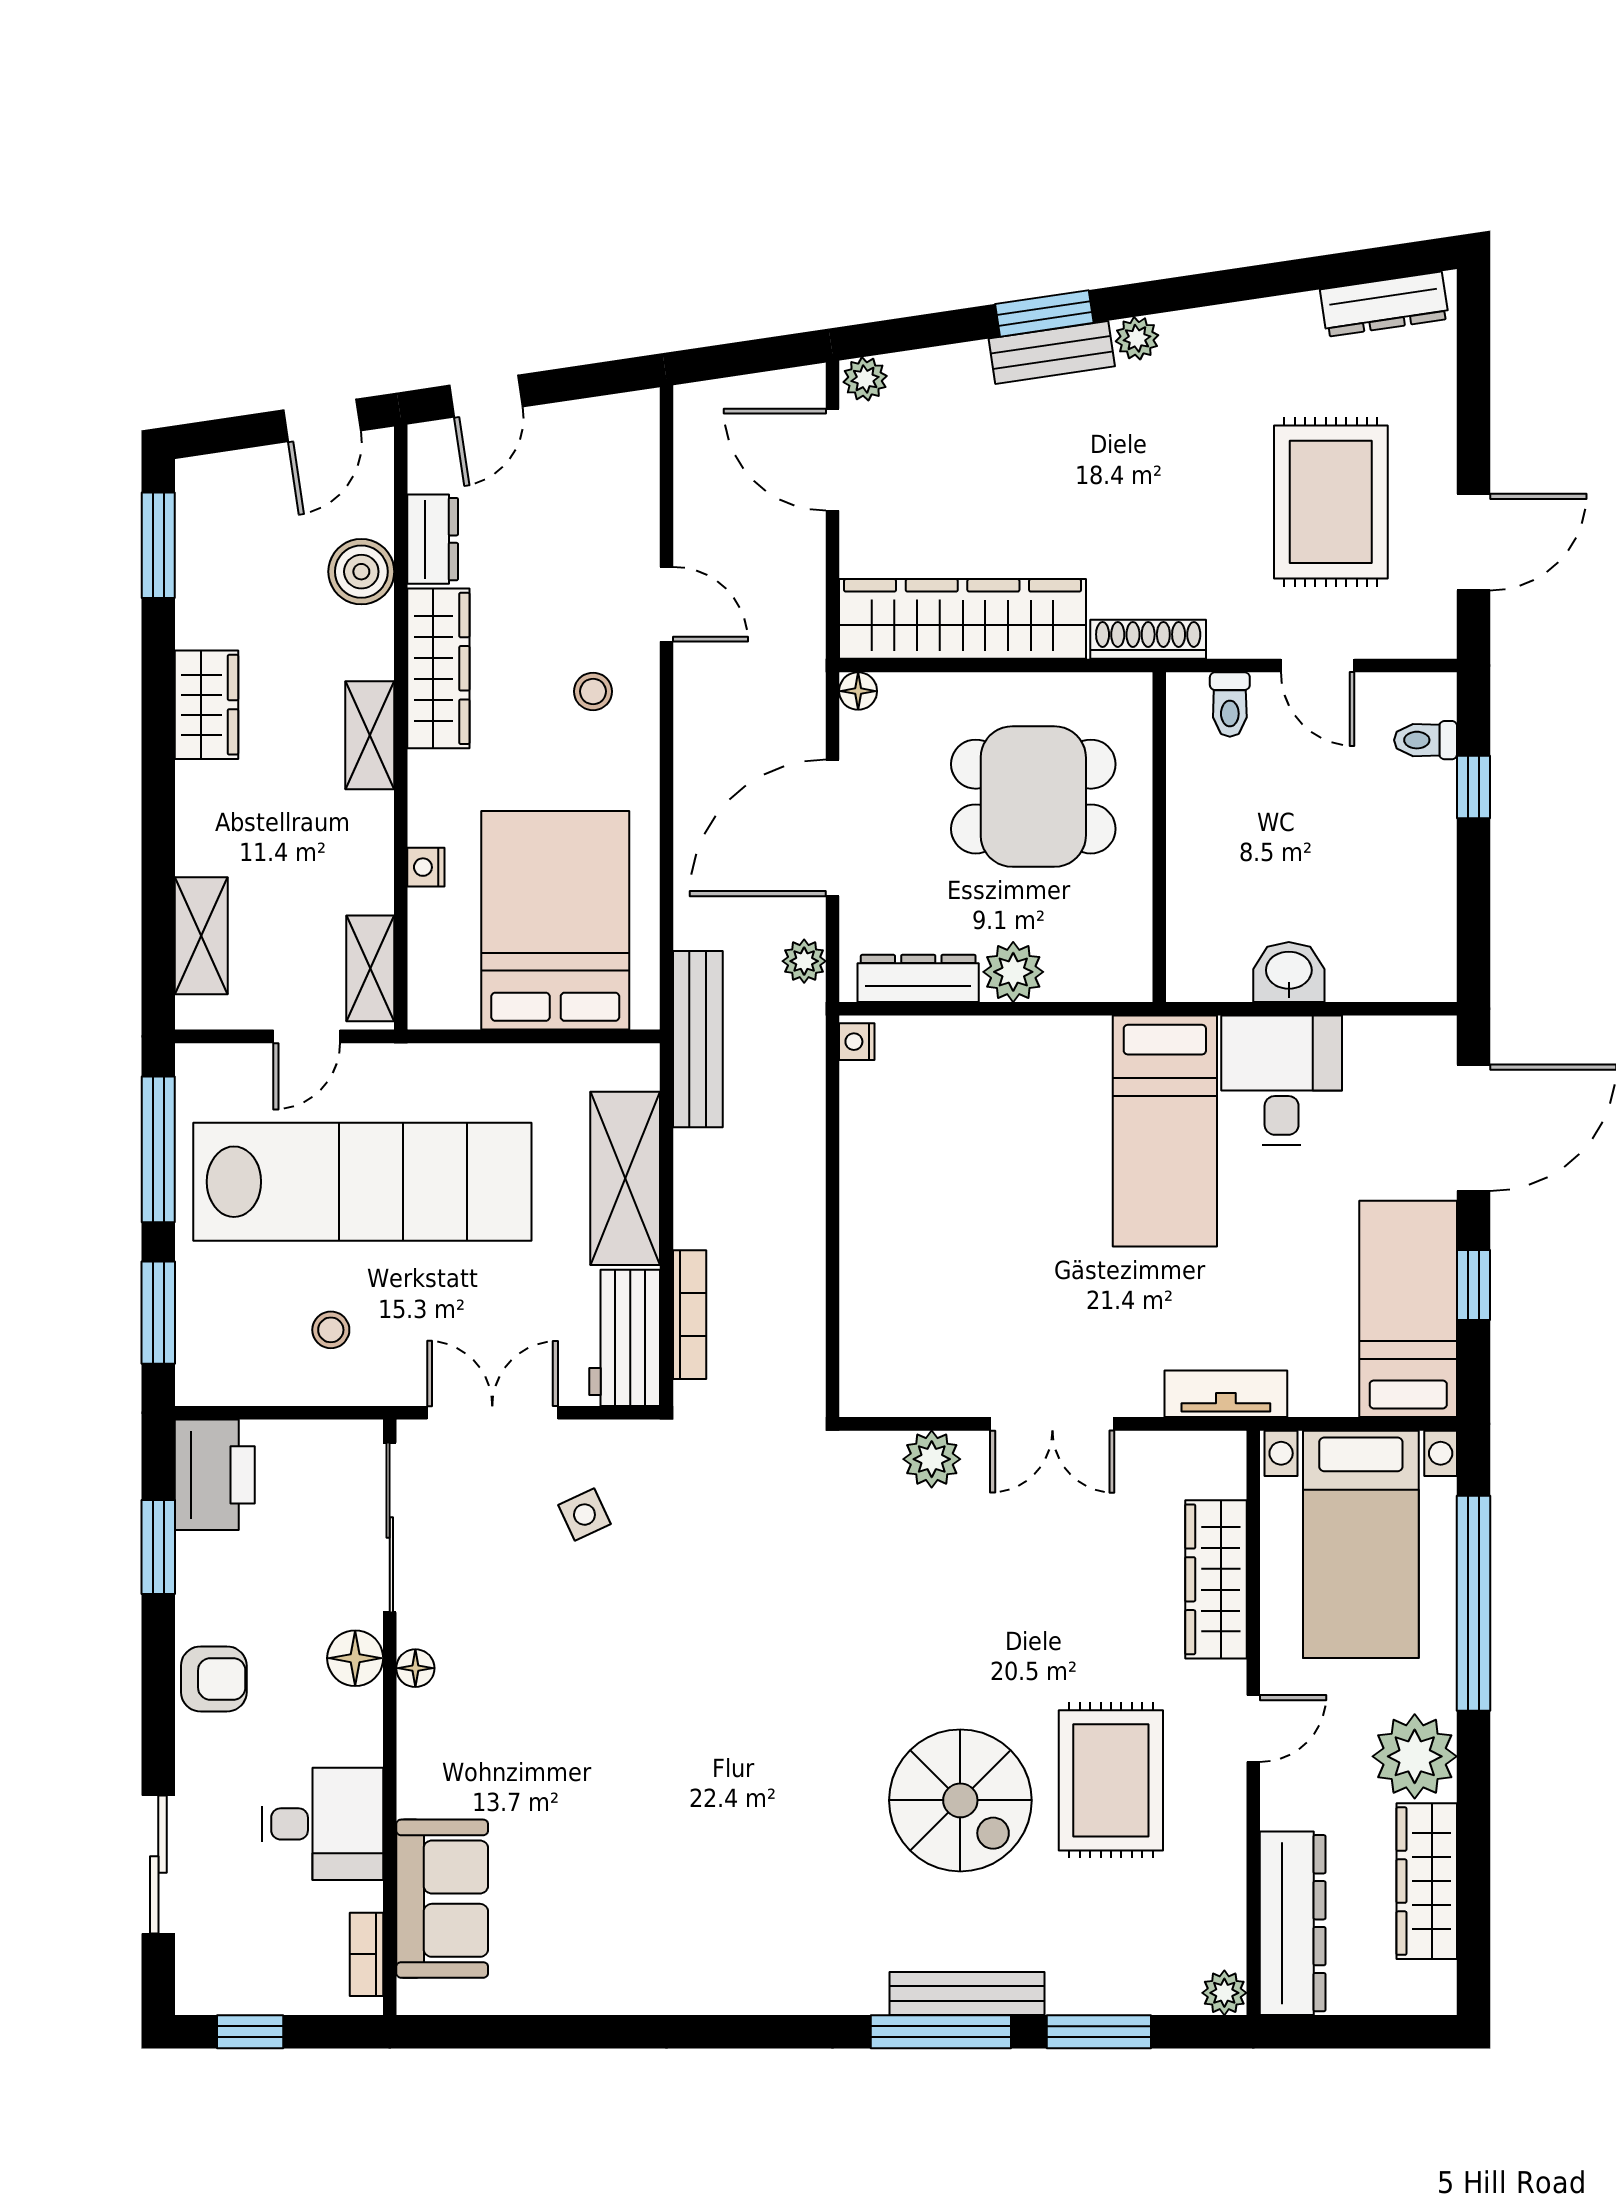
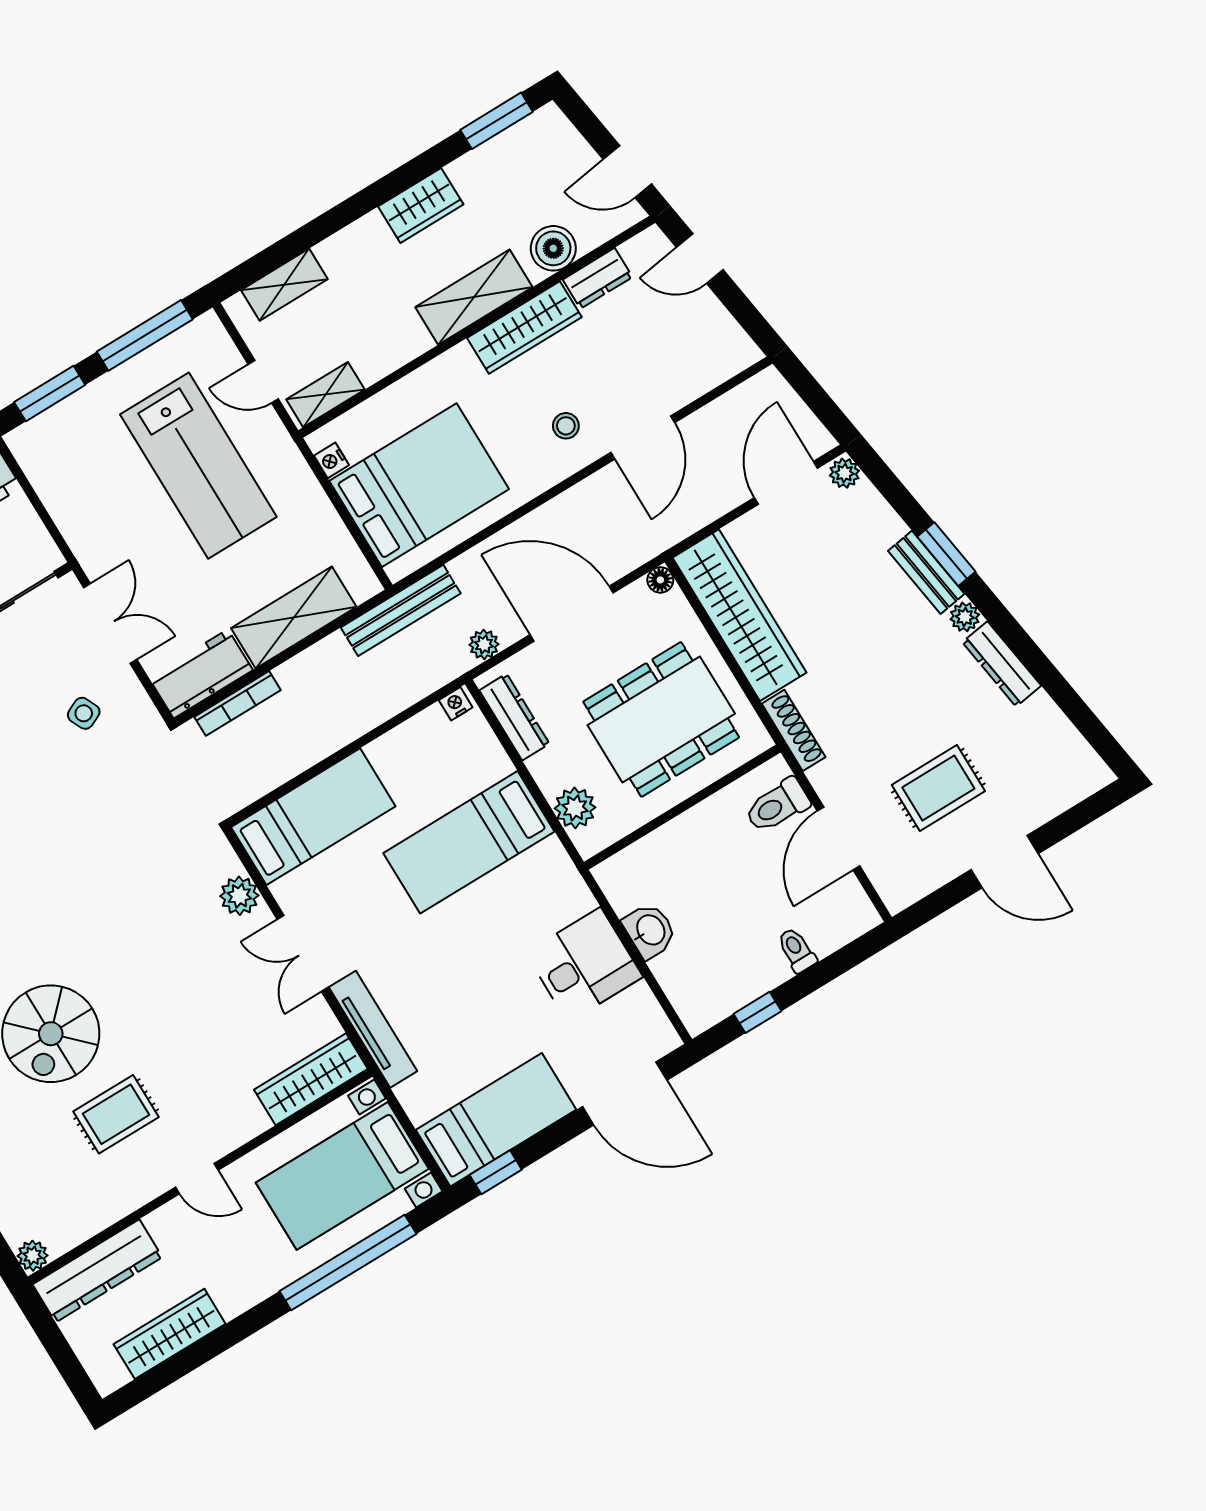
dresser: (1384, 304) -> (1002, 664), moved
rug: (1331, 502) -> (938, 788), width x0.73, depth x0.70
door: (1474, 542) -> (1005, 862), moved
door: (666, 604) -> (643, 438), width x1.38
door: (1318, 665) -> (838, 838), width x1.38
toilet: (1230, 704) -> (777, 806), width x1.37, depth x1.39
shelving: (370, 735) -> (474, 297), width x1.50, depth x1.33
toilet: (1426, 740) -> (797, 950), moved
window: (1474, 787) -> (757, 1012), moved
dining table: (1033, 797) -> (661, 719), width x1.38
nightstand: (426, 867) -> (331, 460), moved, turned -90
plant: (1013, 972) -> (575, 808), moved
bed: (1165, 1131) -> (469, 842), moved
lab bench: (362, 1182) -> (198, 466), width x0.73
window: (1474, 1285) -> (496, 1172), moved
bed: (889, 1306) -> (313, 817), added
stool: (331, 1330) -> (101, 500), removed
tv unit: (1226, 1394) -> (373, 1029), width x1.41
wardrobe: (1216, 1579) -> (311, 1079), moved
plant: (1415, 1756) -> (238, 1283), removed
rug: (1111, 1780) -> (116, 1114), width x0.73, depth x0.70

